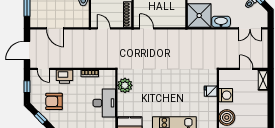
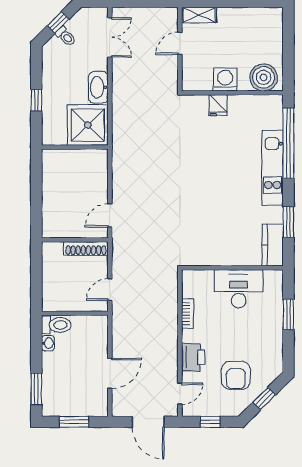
plant: (125, 85) -> (208, 253), removed

